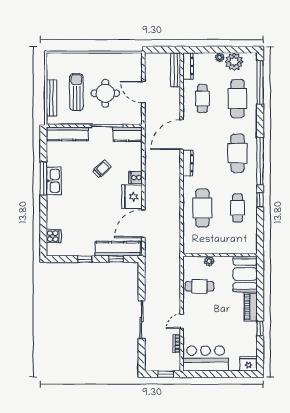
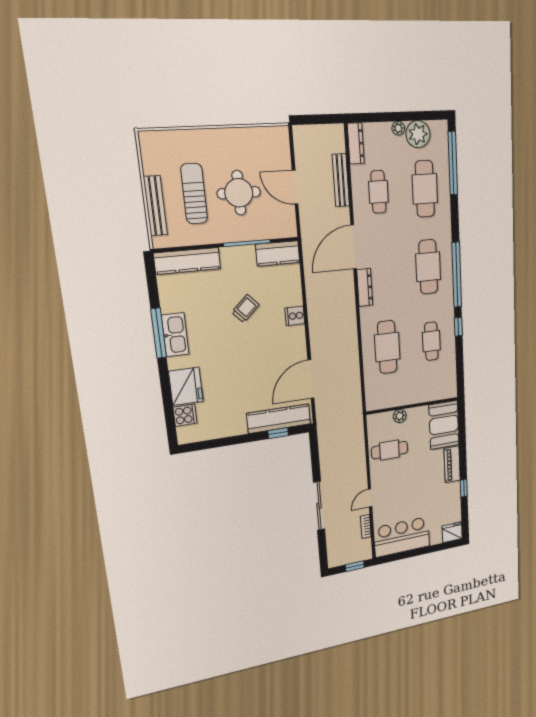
bench: (176, 70) -> (341, 180), moved
fridge: (132, 197) -> (186, 386), moved, turned 180
window: (85, 259) -> (234, 440), removed

